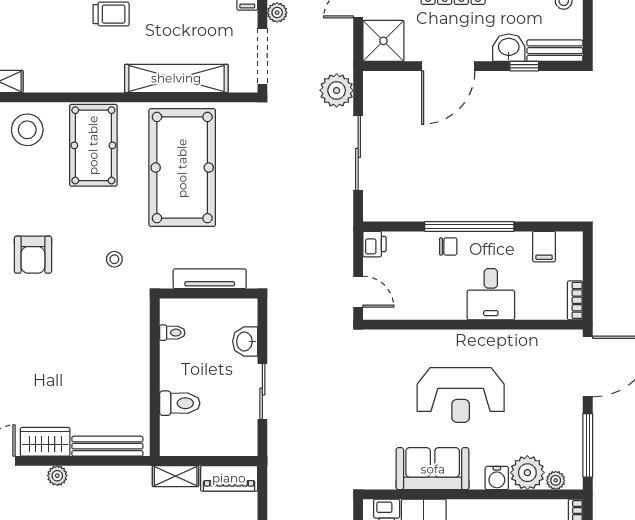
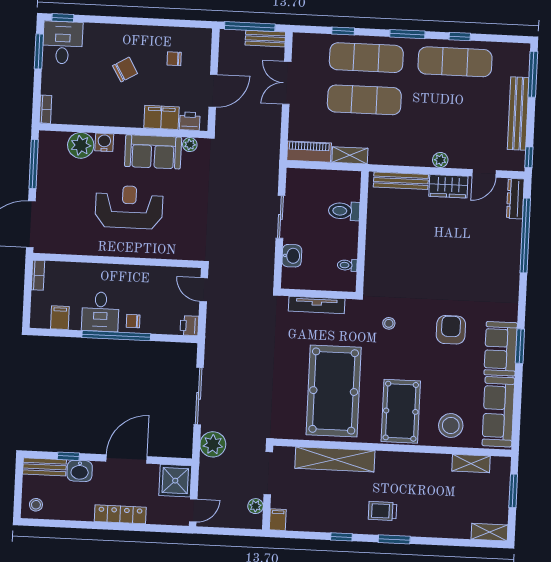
desk: (491, 294) -> (100, 312), moved, turned 180
plant: (556, 480) -> (190, 145), moved

